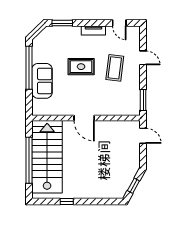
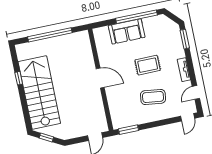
door: (143, 58) -> (188, 117), moved
rug: (81, 67) -> (148, 65), turned 90
door: (84, 118) -> (100, 78), swing flipped
stairs: (47, 157) -> (39, 92), moved, turned -90

